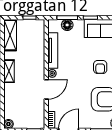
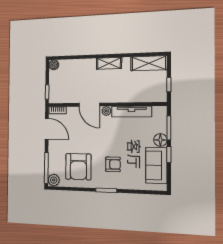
floor lamp: (67, 25) -> (160, 140), moved
armchair: (100, 67) -> (113, 164), turned 180

